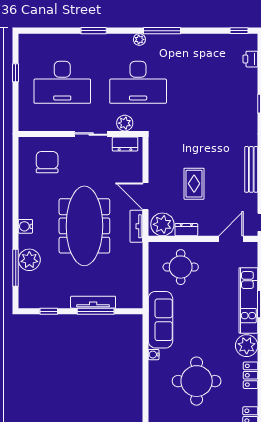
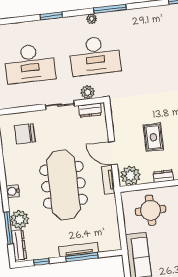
chair: (47, 162) -> (25, 134), turned -90
dresser: (186, 230) -> (163, 176), moved
dresser: (25, 289) -> (19, 245), added

